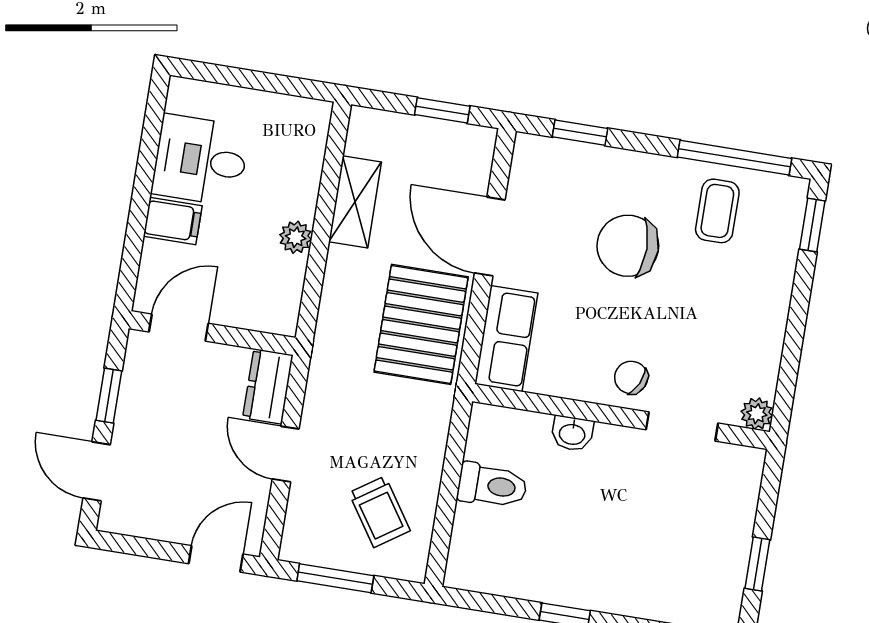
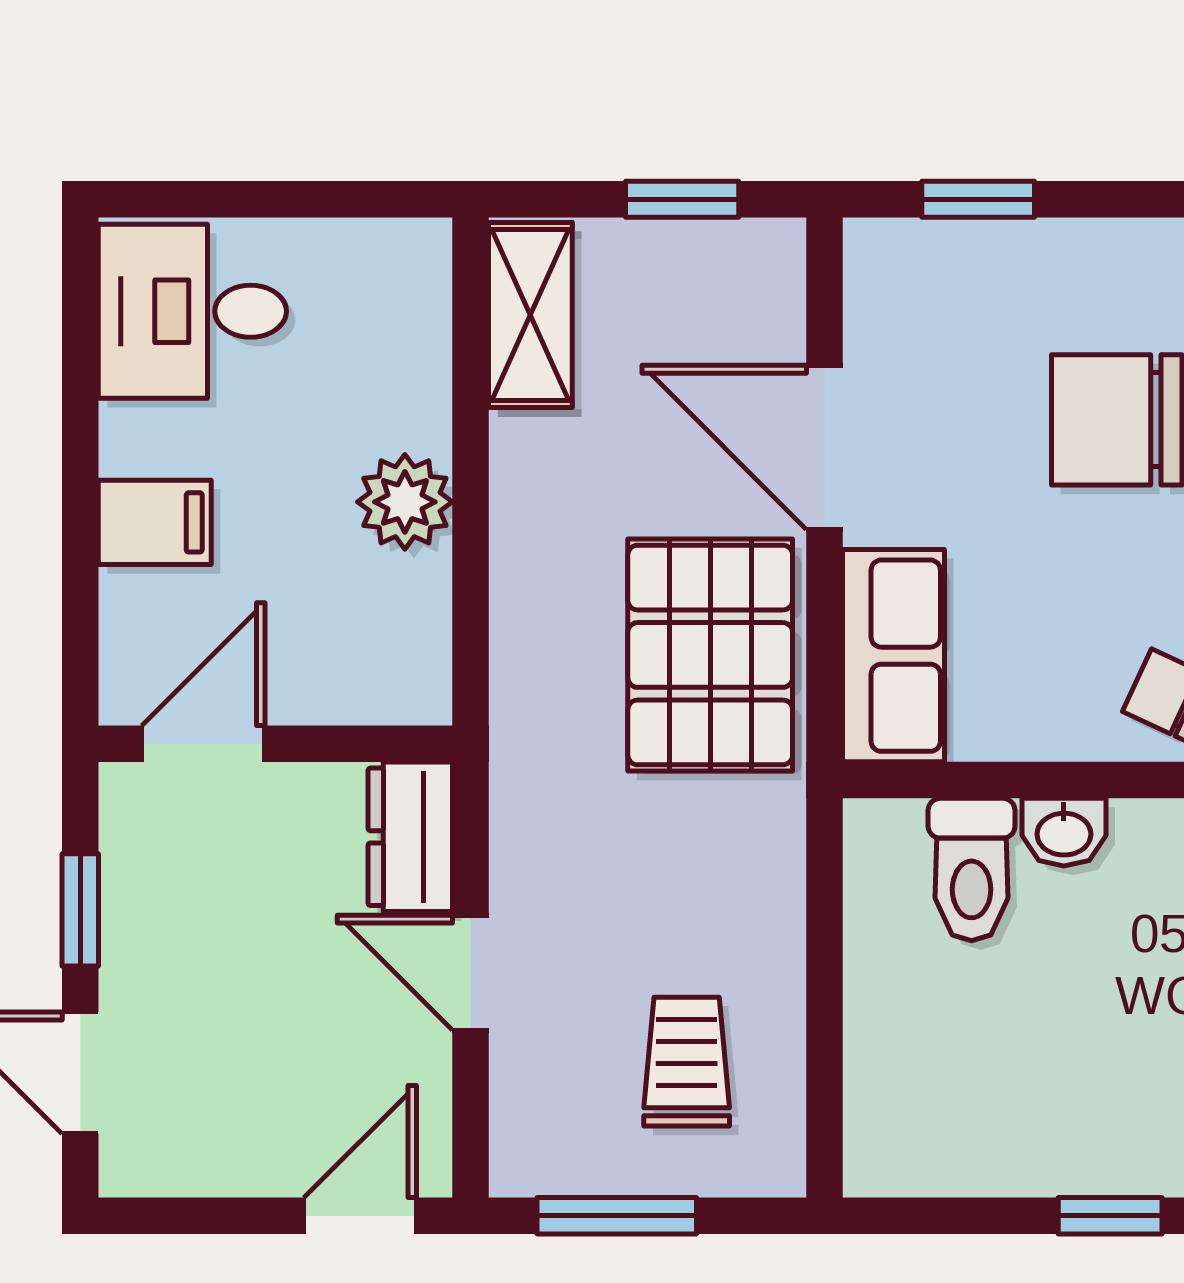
desk: (200, 160) -> (192, 311), moved
shelving: (355, 202) -> (530, 315), moved
plant: (296, 237) -> (405, 502), width x1.38, depth x1.38
toilet: (492, 486) -> (972, 870), moved, turned 90
trolley: (379, 512) -> (687, 1062), turned -146

